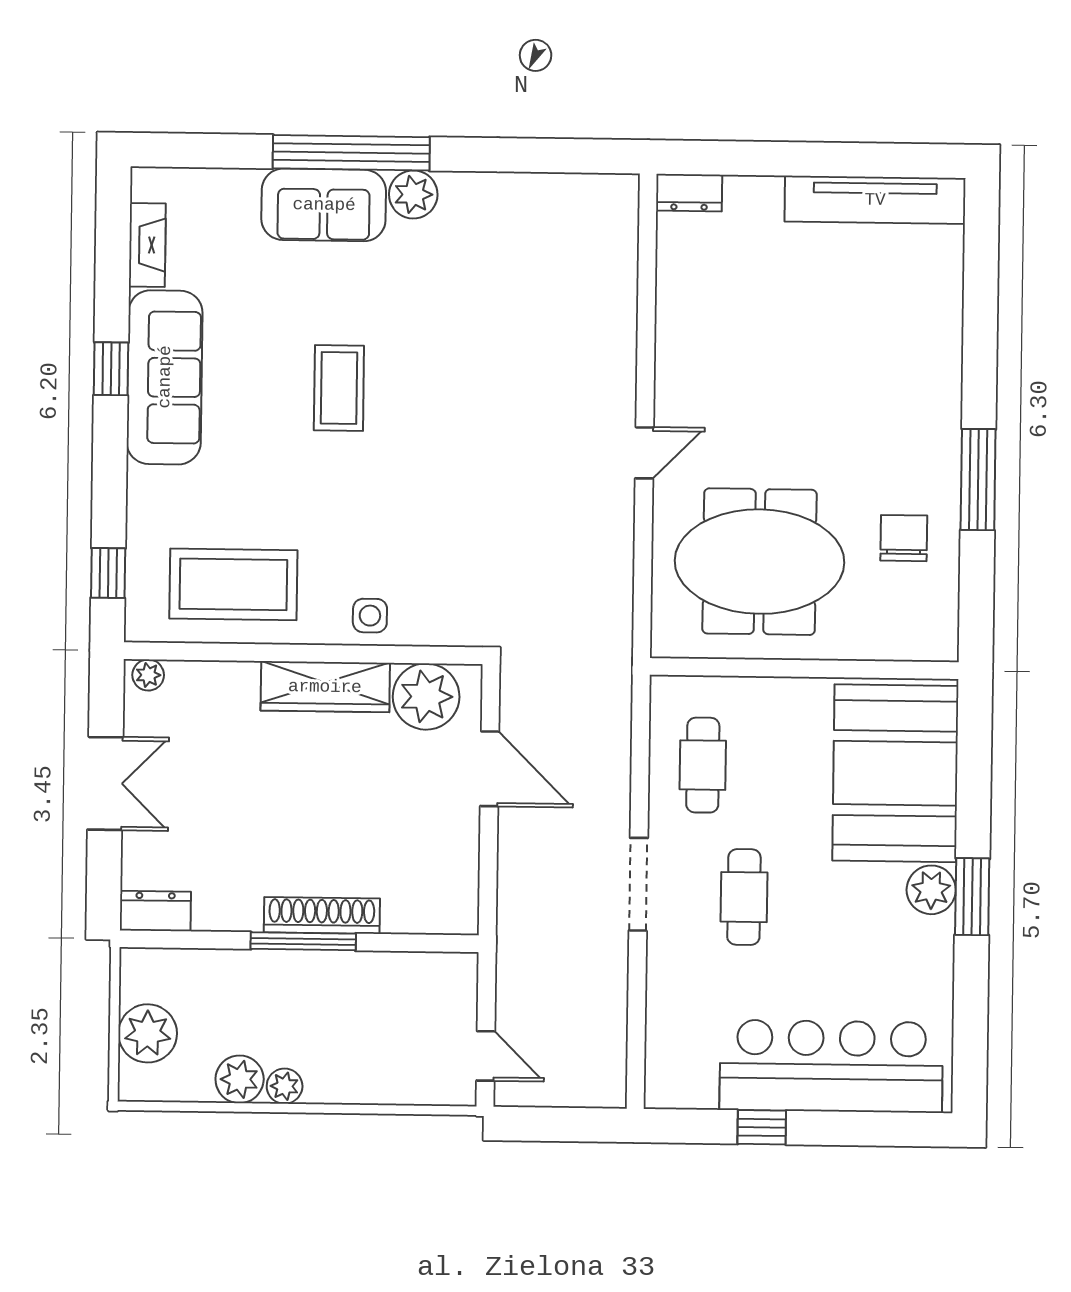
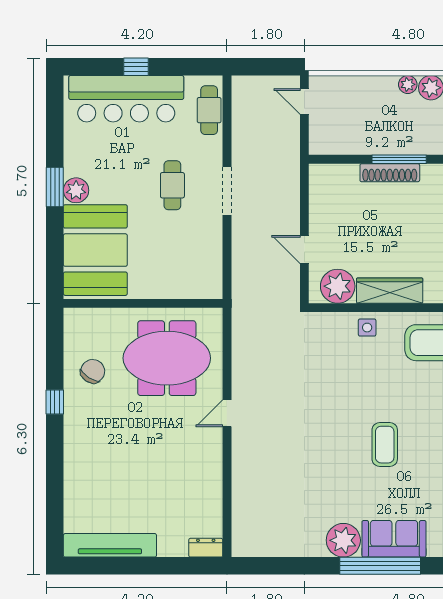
plant: (413, 194) -> (343, 540), width x1.36, depth x1.36
window: (978, 480) -> (55, 402), width x0.46
chair: (904, 538) -> (93, 371), turned -147
cafe table: (703, 765) -> (209, 110), moved
door: (490, 769) -> (304, 249), width x0.73
window: (762, 1127) -> (136, 67), moved

